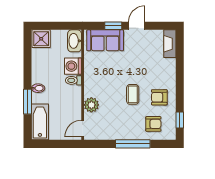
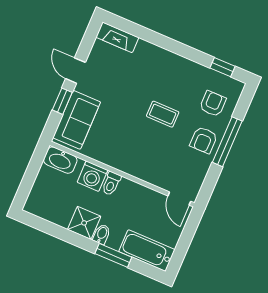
shower: (41, 39) -> (84, 223), moved
armchair: (159, 97) -> (204, 140), moved
plant: (91, 105) -> (153, 174), removed

